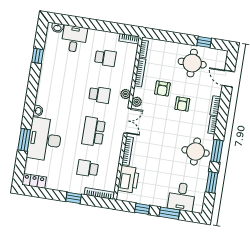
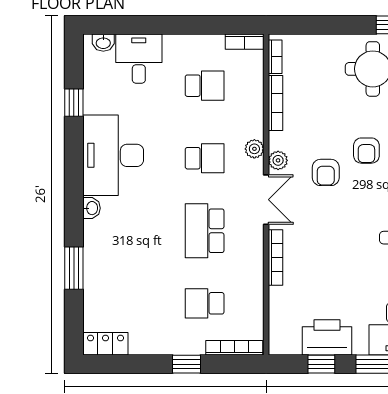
armchair: (162, 88) -> (326, 172), moved
desk: (45, 139) -> (113, 155), moved
printer: (128, 179) -> (327, 337), moved, turned -90

